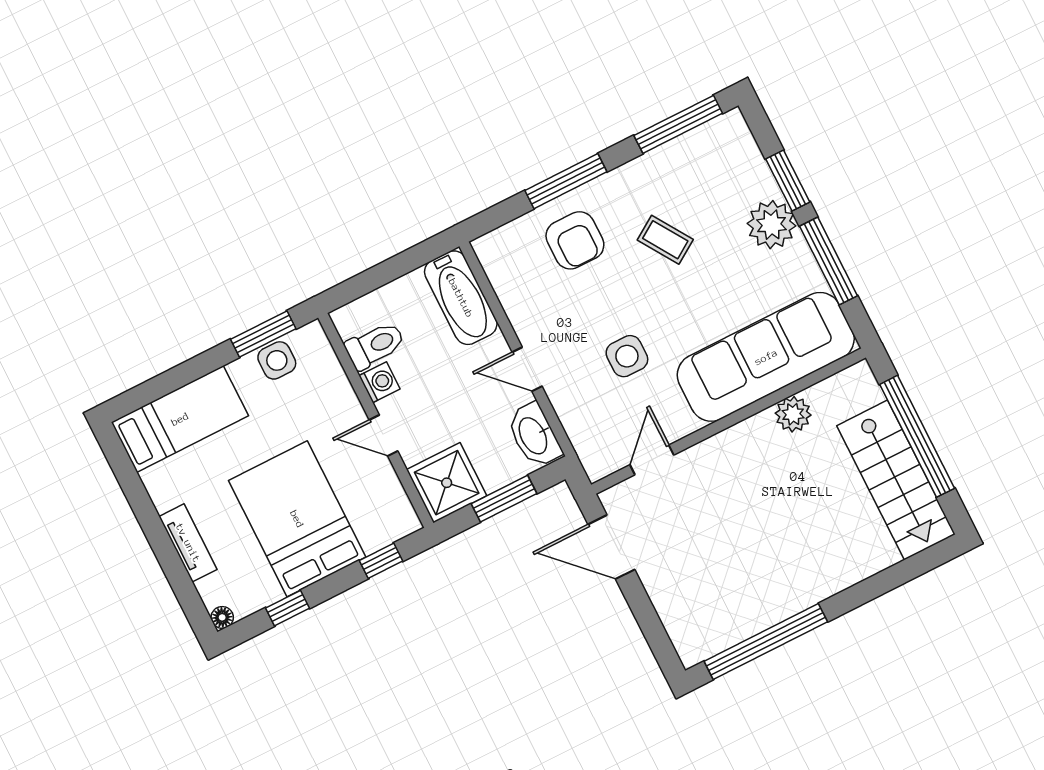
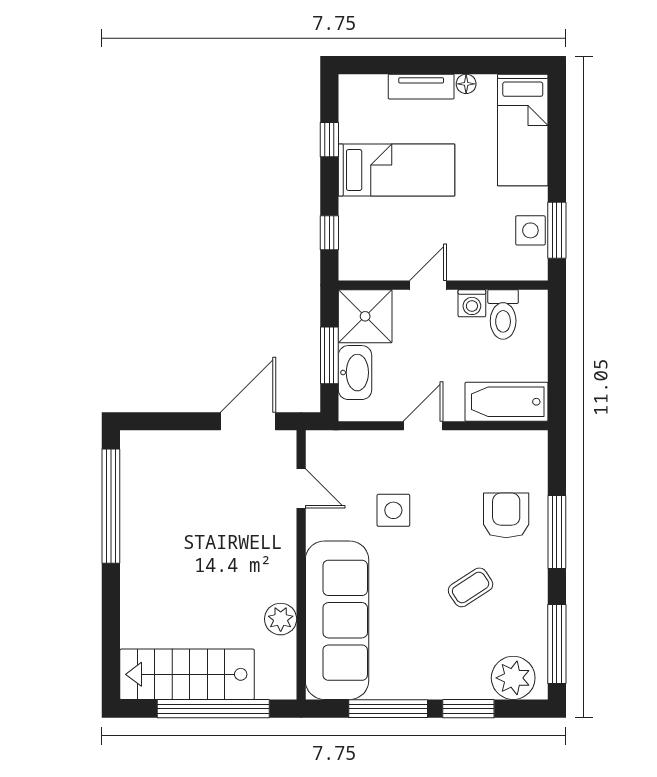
plant: (771, 225) -> (513, 678), moved
armchair: (575, 240) -> (506, 515), turned 90
washbasin: (534, 435) -> (355, 373), moved, turned 90
bed: (297, 519) -> (397, 170), width x0.67
floor lamp: (222, 617) -> (466, 84), moved

